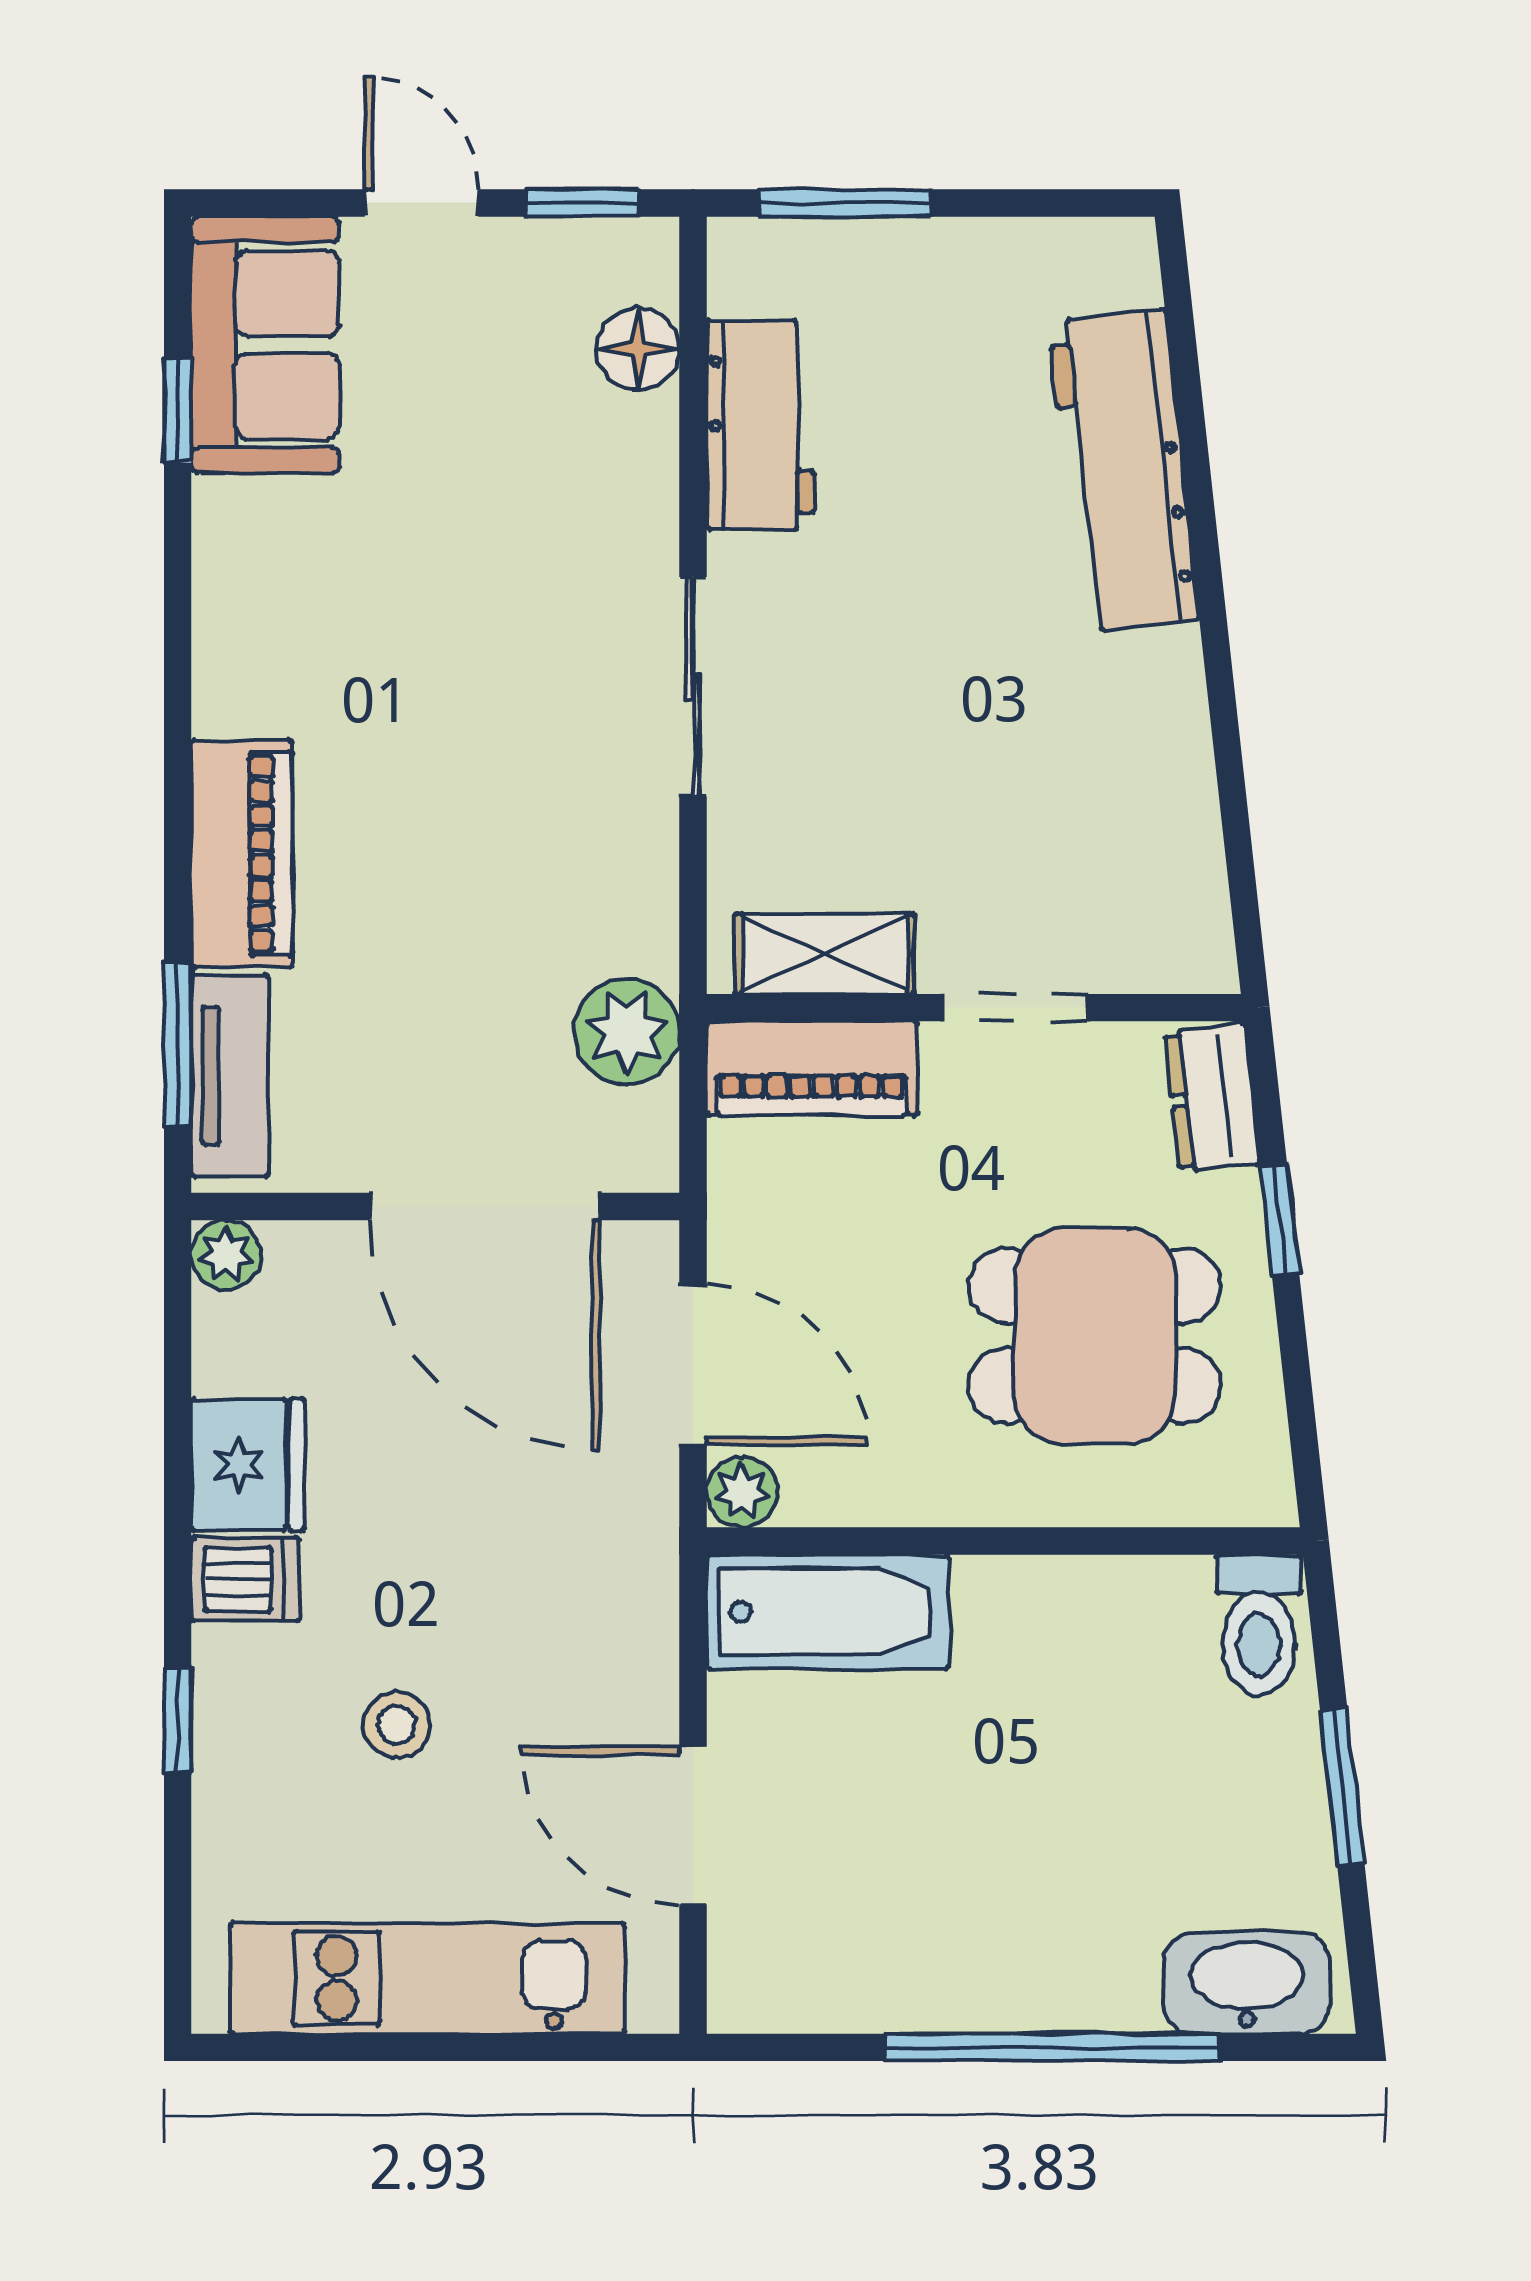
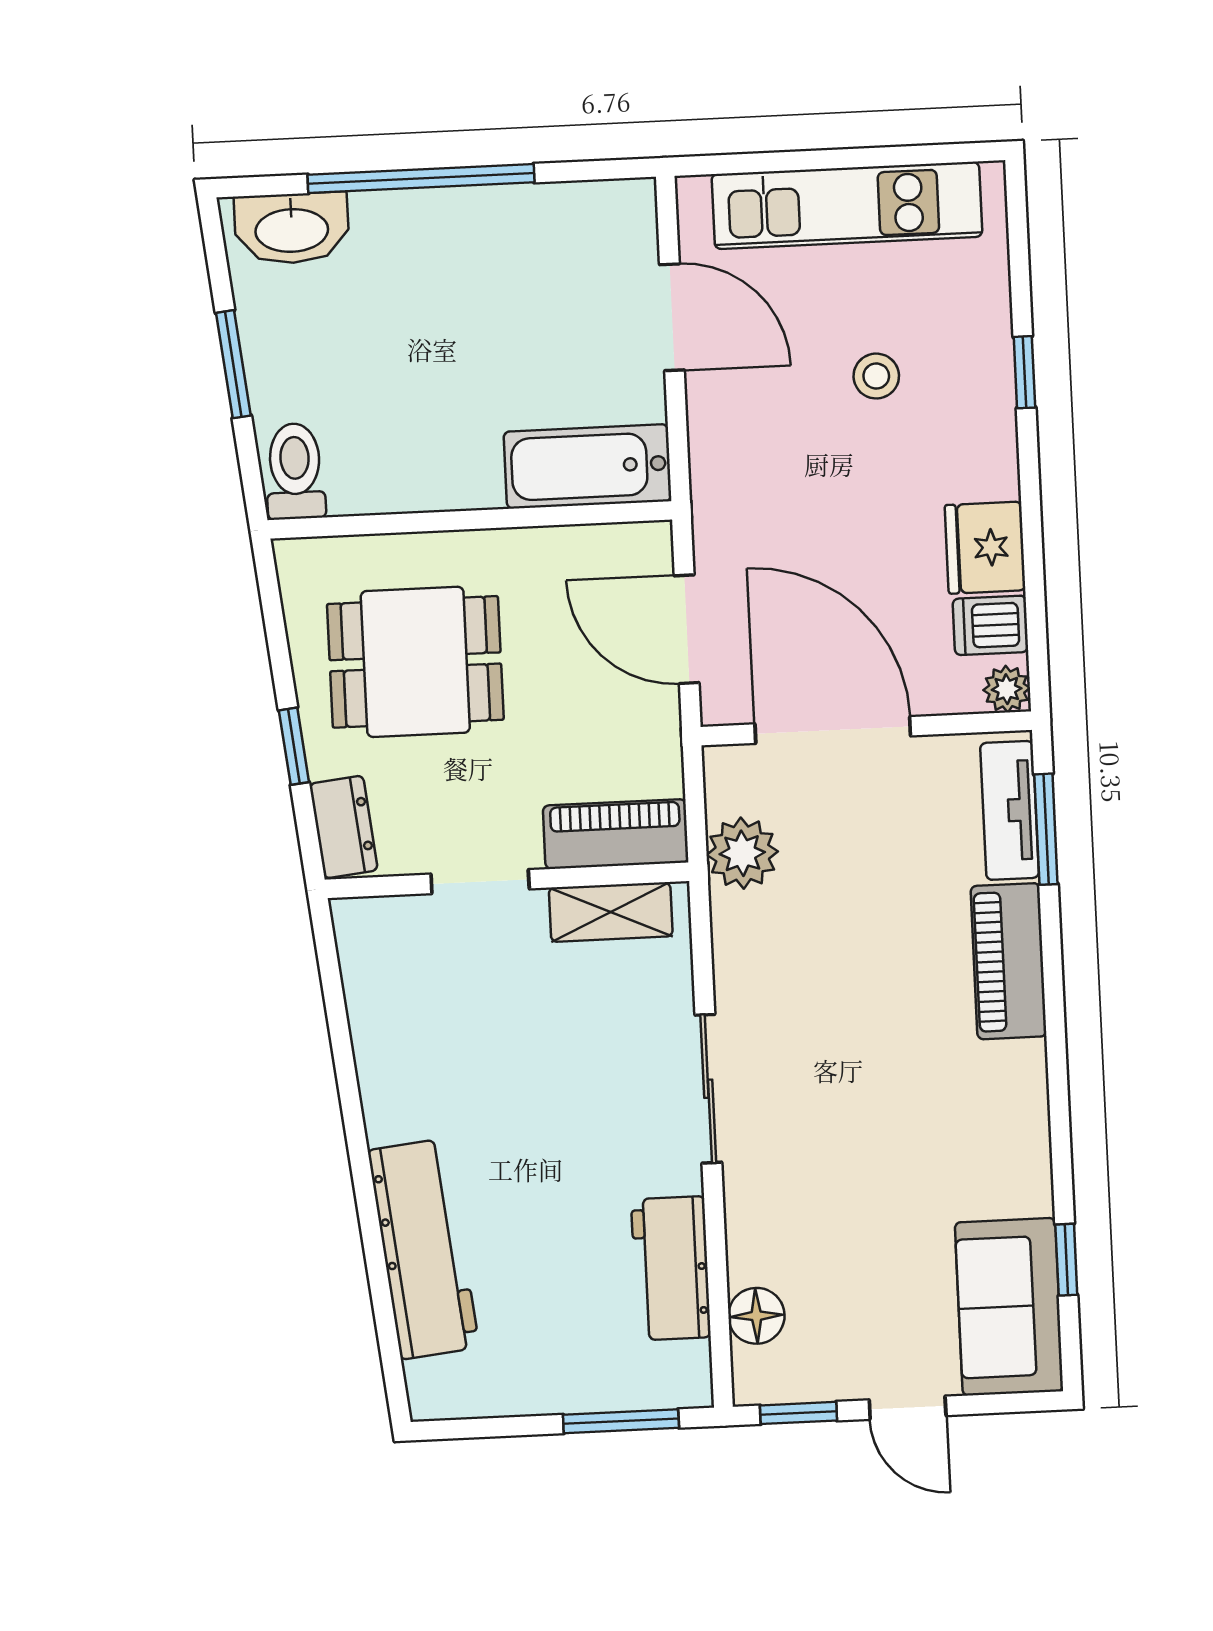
plant: (742, 1492) -> (649, 545), removed
dishwasher: (245, 1579) -> (990, 625), moved

